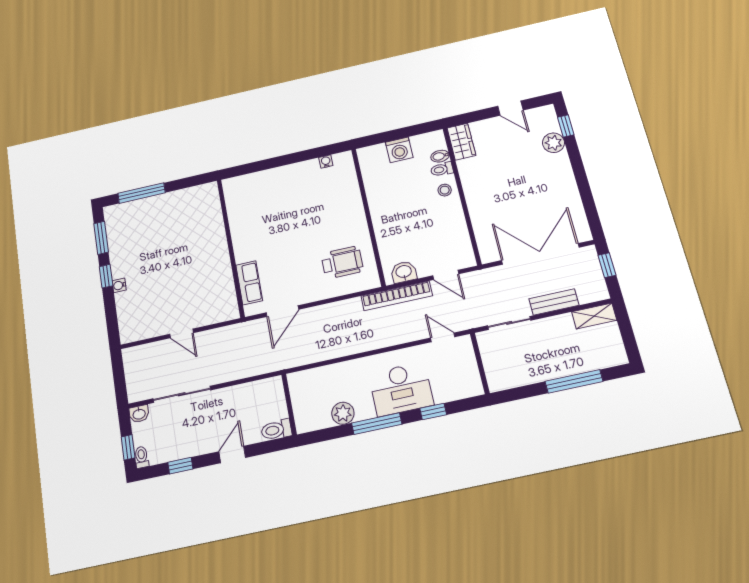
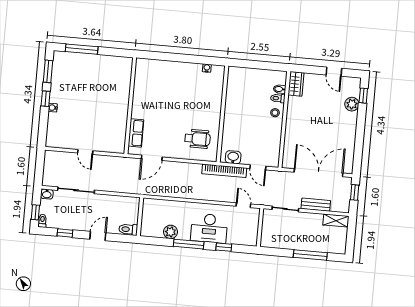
washing machine: (399, 150) -> (255, 76), removed

